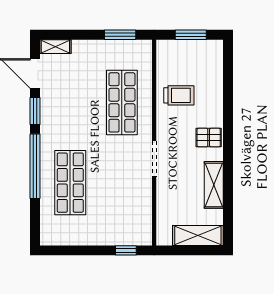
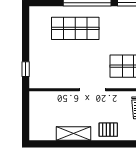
pallet: (209, 138) -> (108, 130), turned 90
shelving: (198, 235) -> (37, 122), removed

